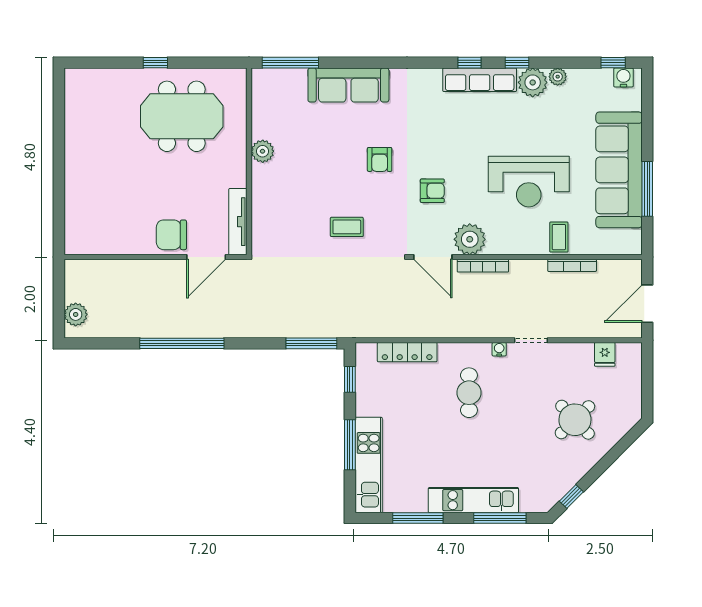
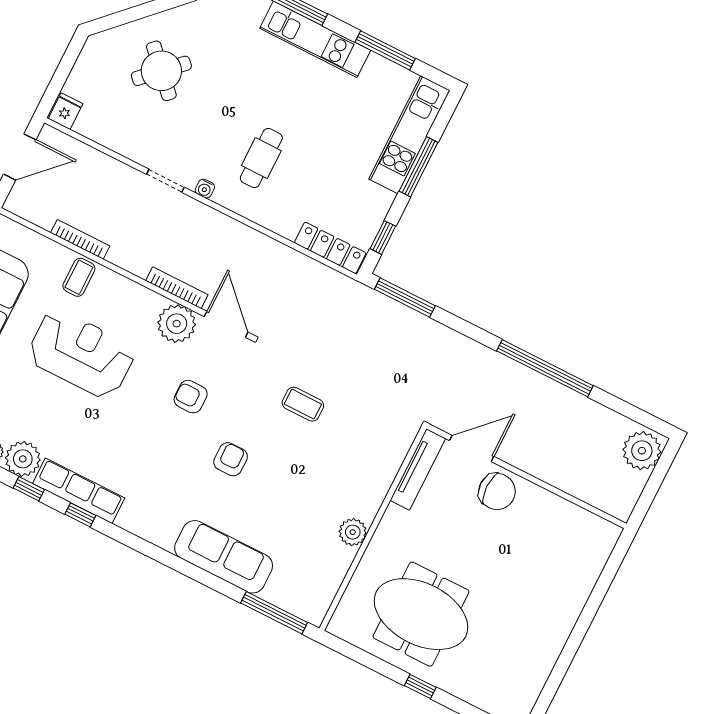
plant: (76, 314) -> (642, 451), width x1.36, depth x1.36
locker: (407, 352) -> (330, 248), moved
fridge: (605, 354) -> (66, 111), moved

